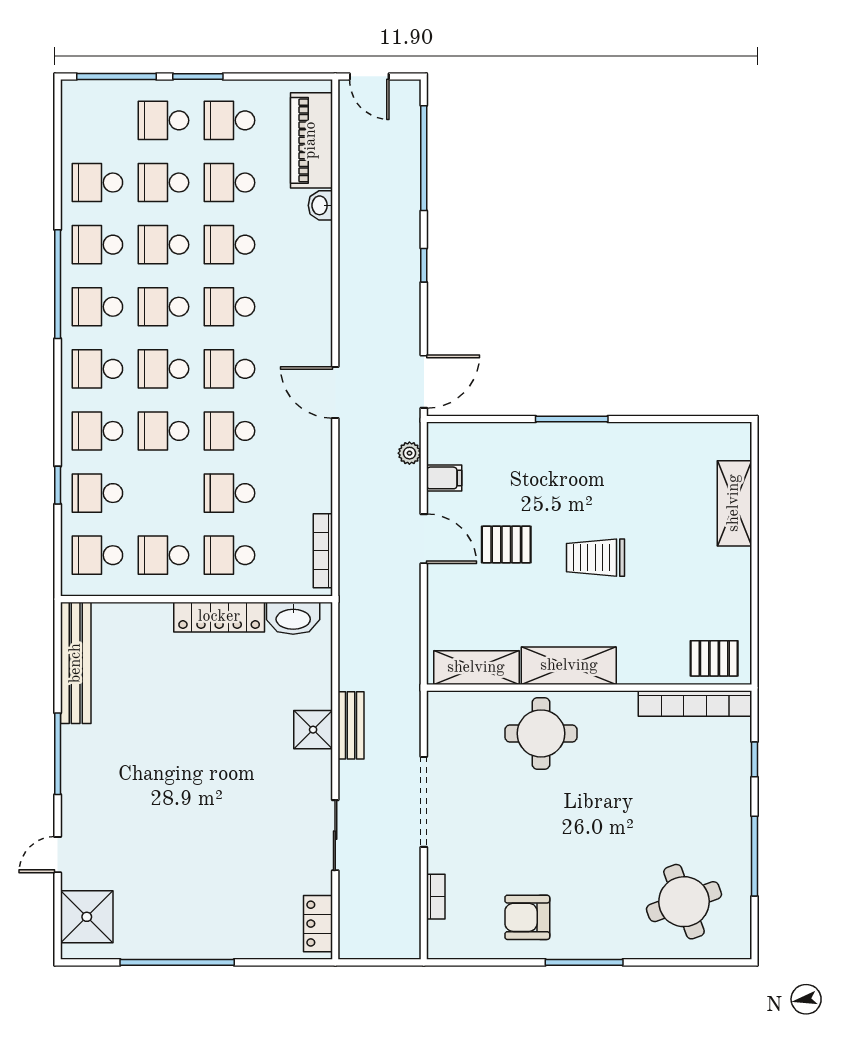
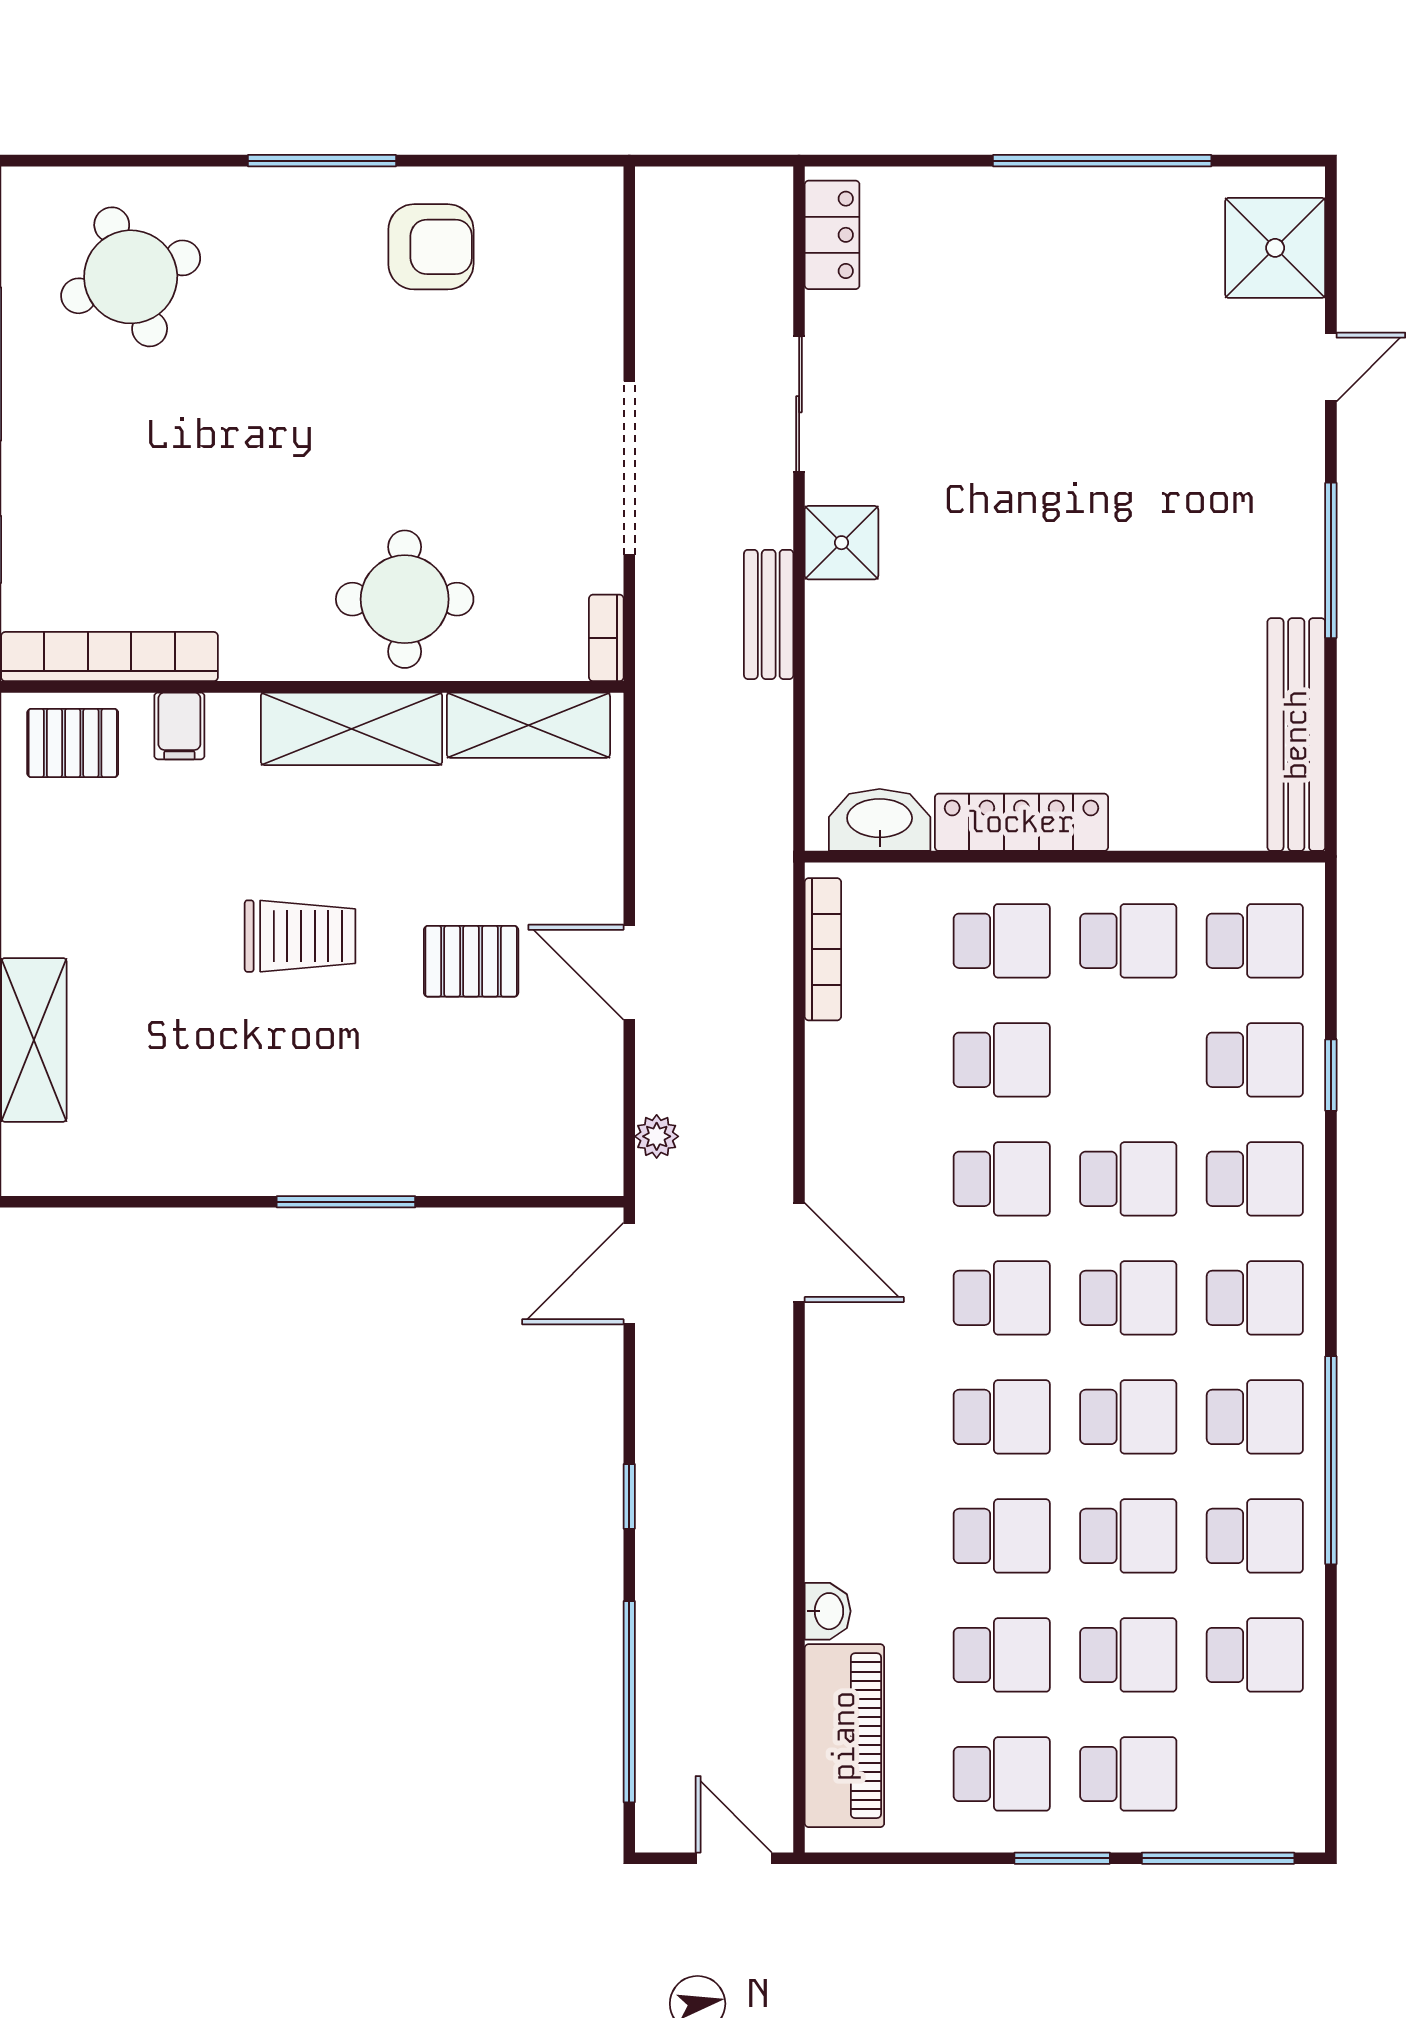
filing cabinet: (444, 478) -> (179, 726), moved, turned -90
shower: (313, 730) -> (841, 543), moved
bookcase: (436, 897) -> (606, 638), moved

